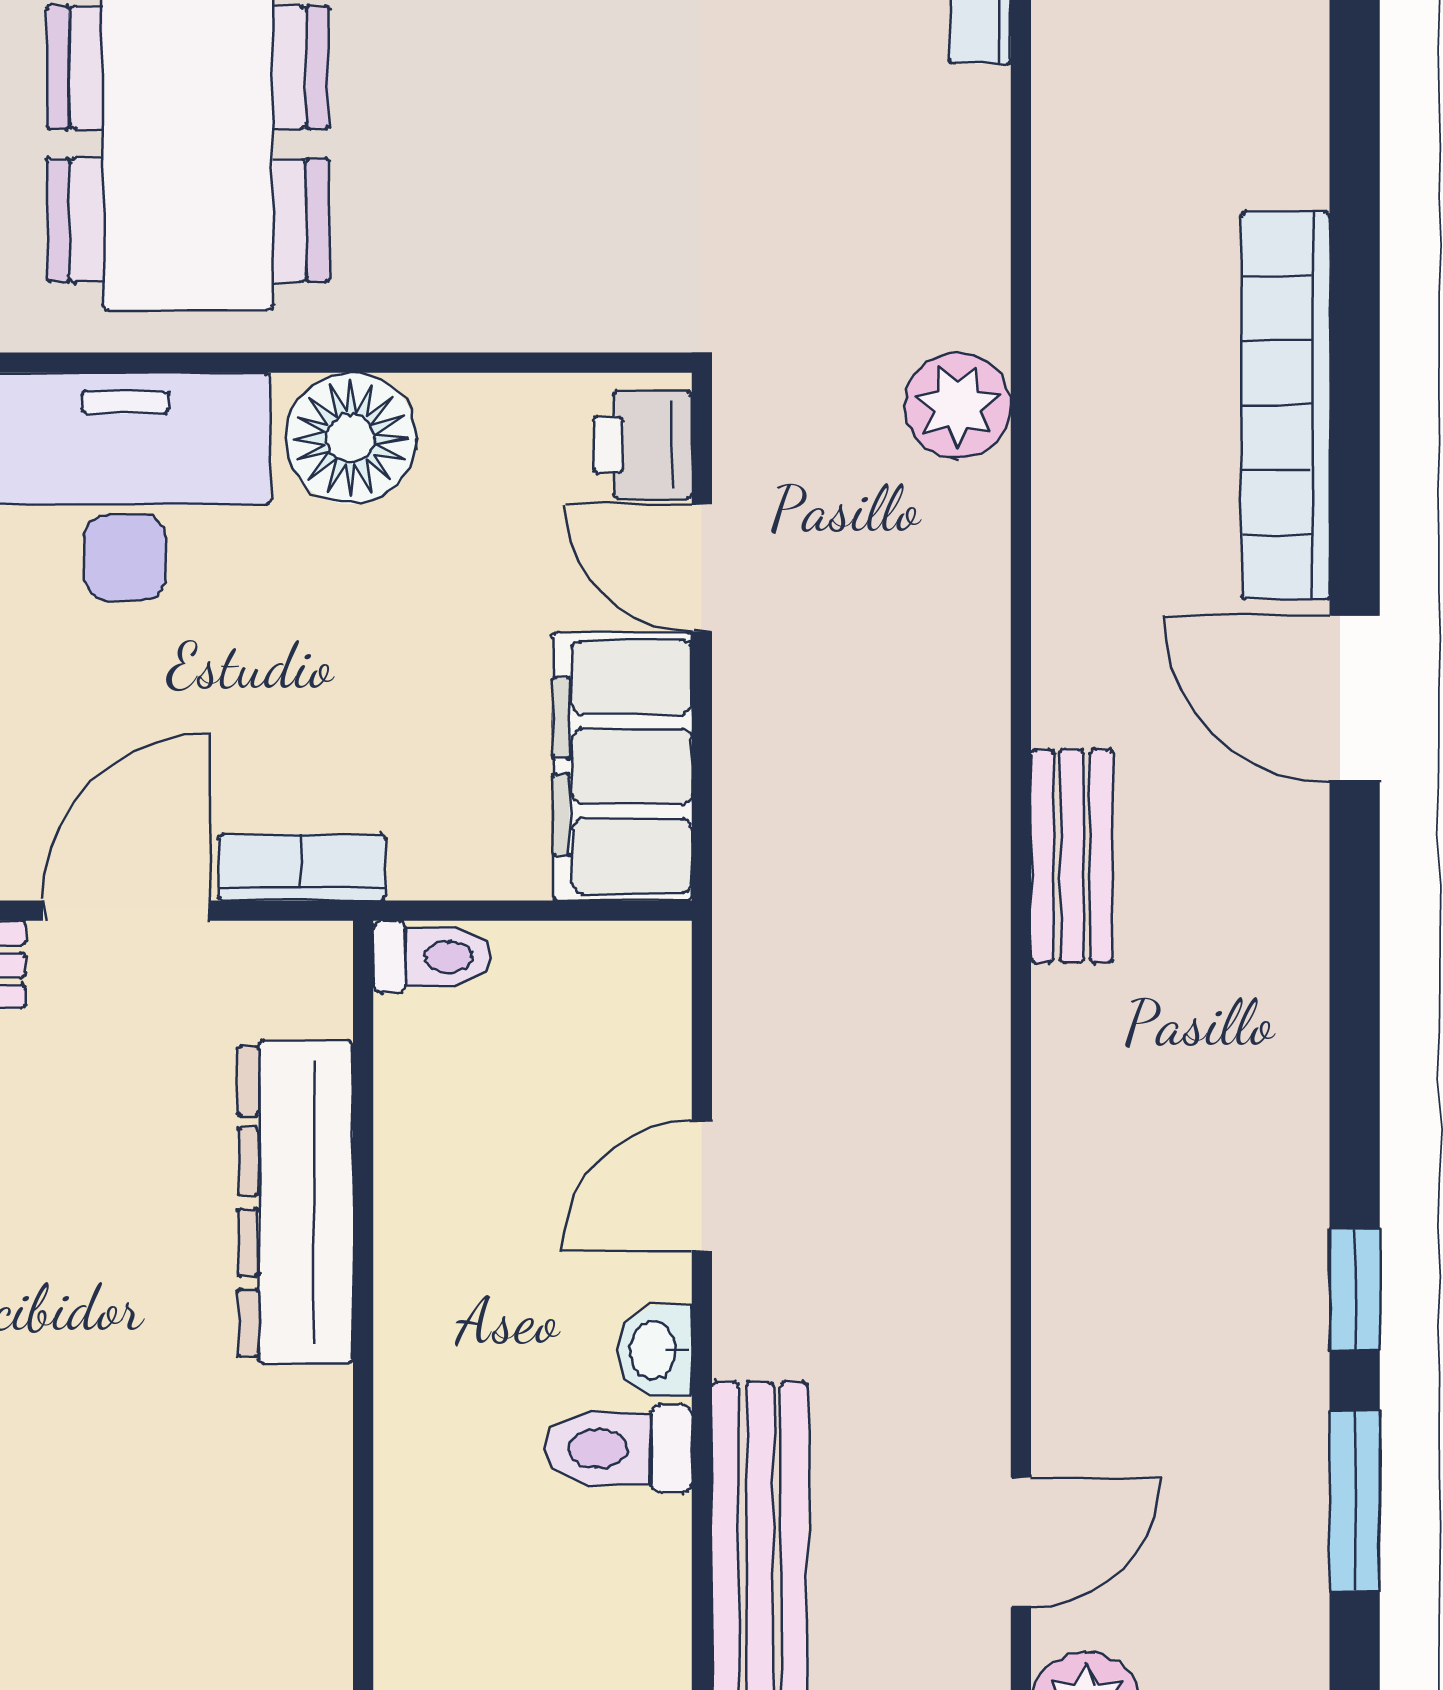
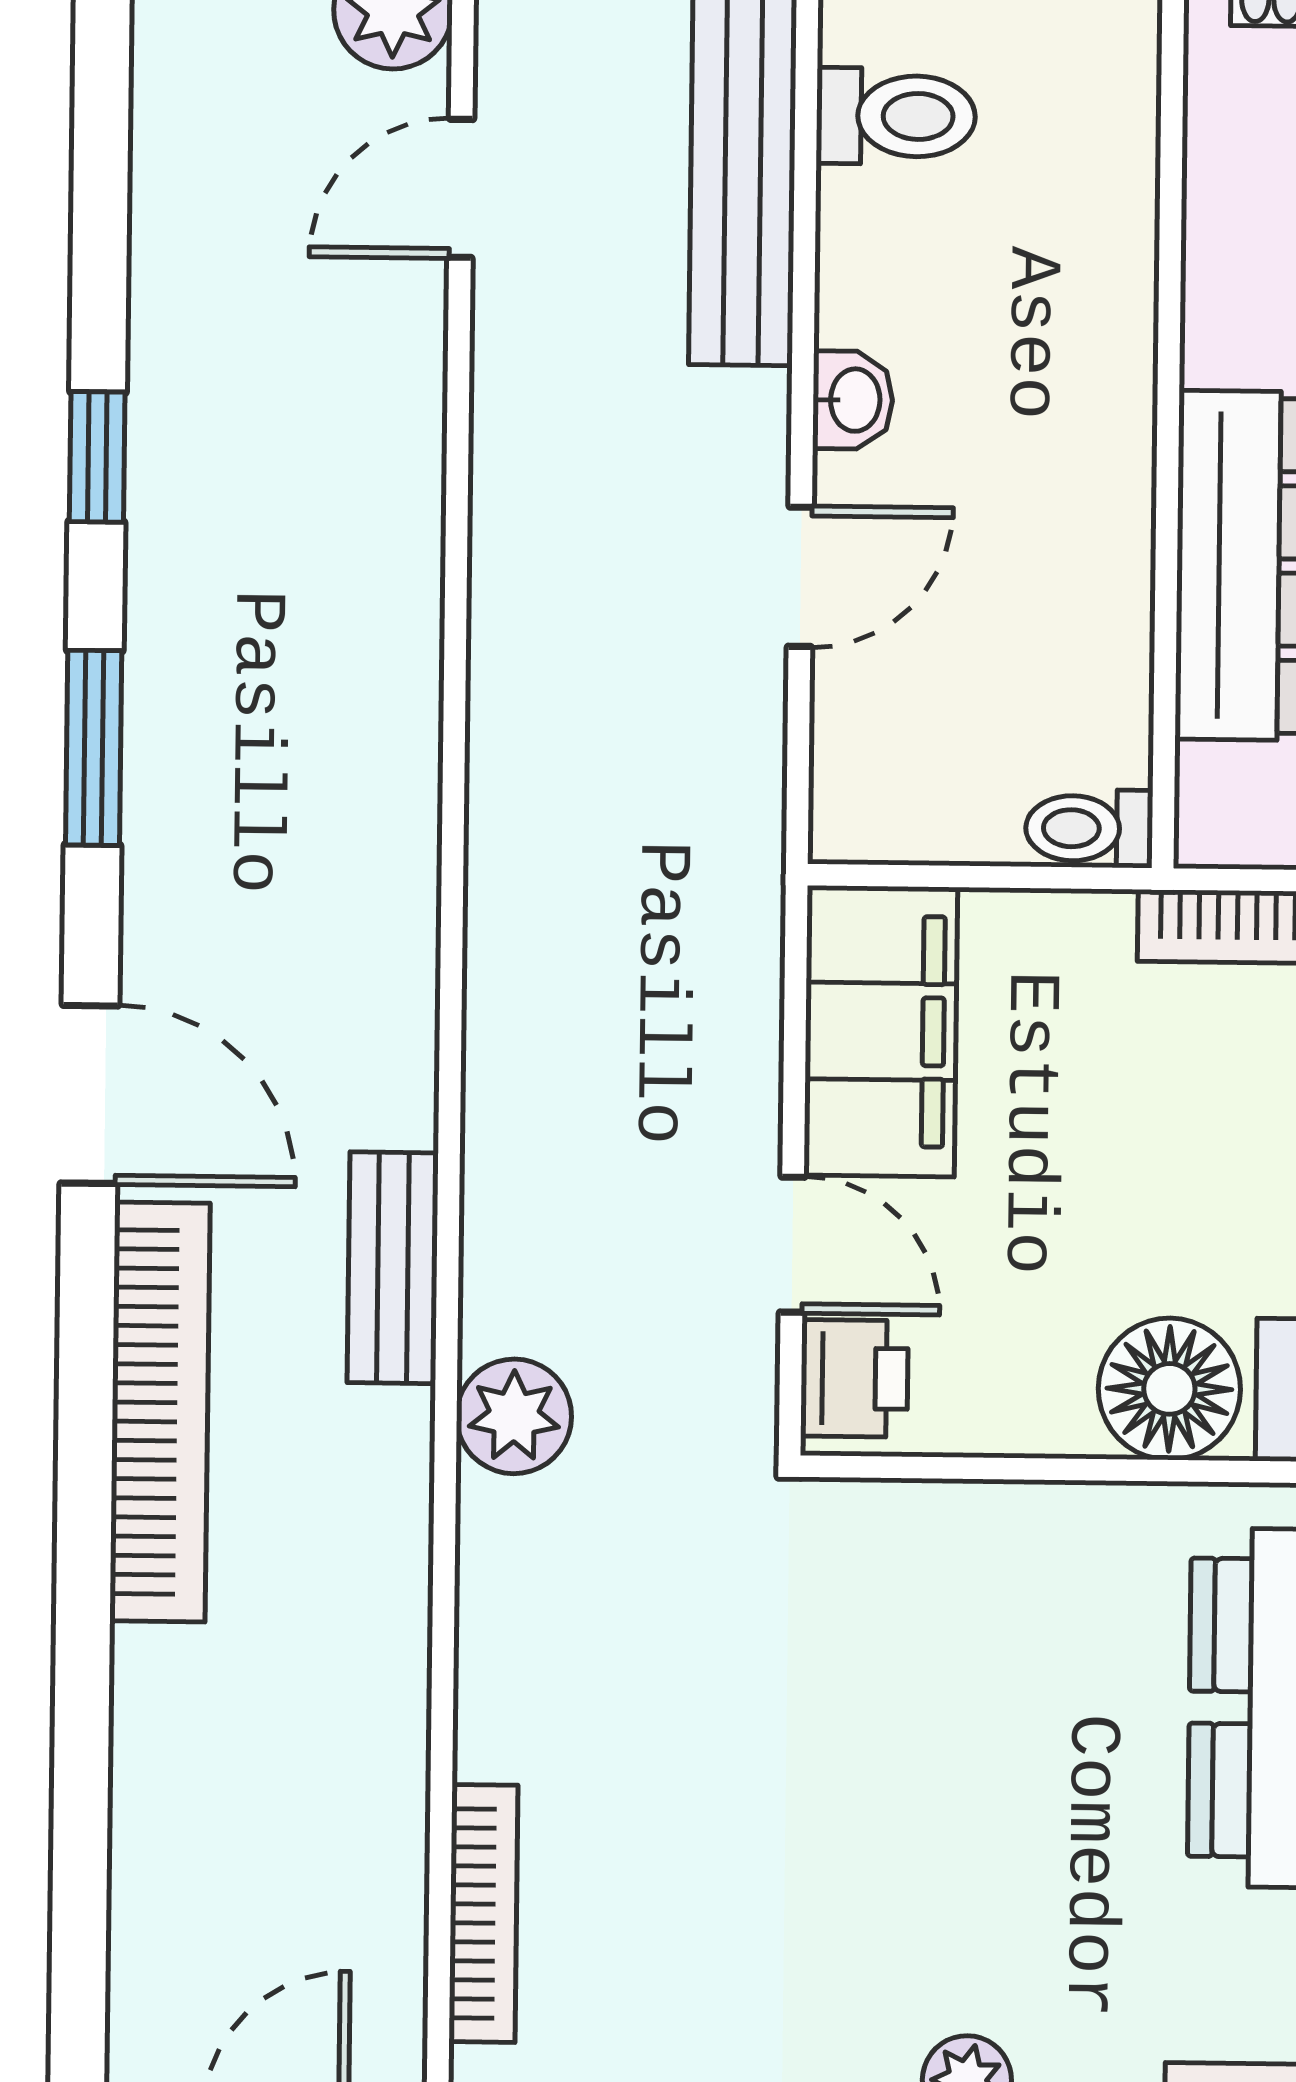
bench: (1072, 856) -> (393, 1268), moved
toilet: (619, 1449) -> (896, 116), moved
window: (1355, 1501) -> (94, 748), moved

